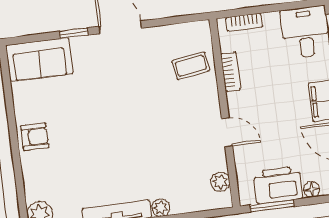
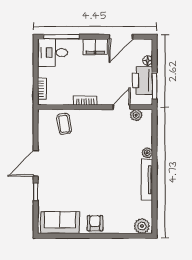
sofa: (39, 59) -> (60, 223), moved, turned -90
bookcase: (231, 72) -> (85, 100), moved
door: (227, 132) -> (121, 107), moved

